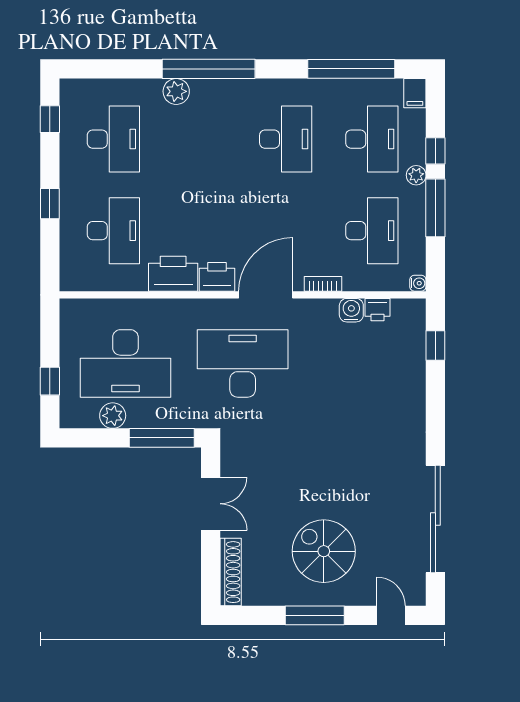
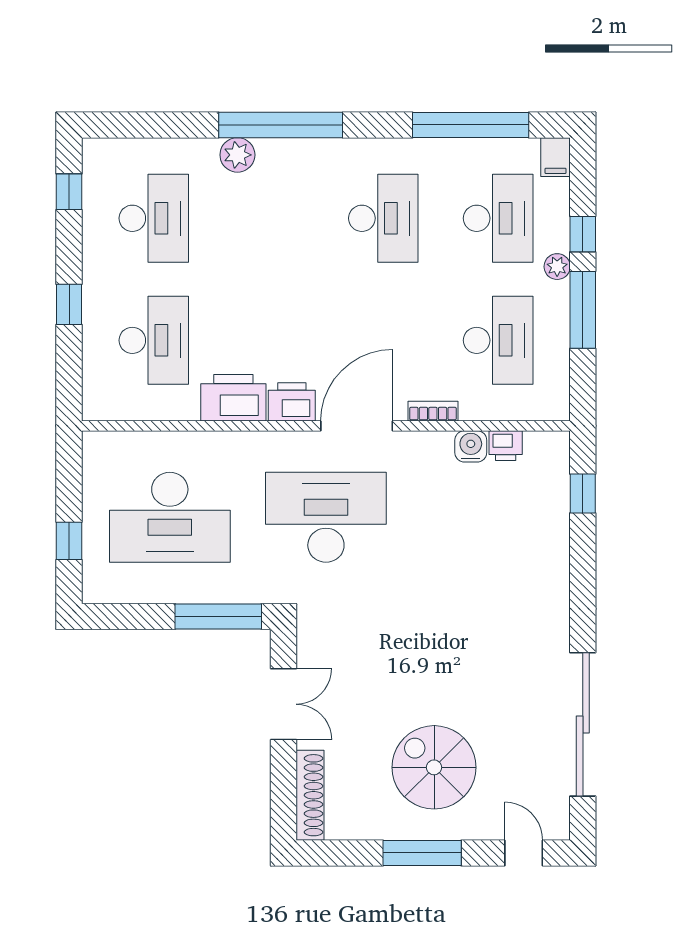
water cooler: (418, 283) -> (559, 410), removed
plant: (113, 416) -> (153, 587), removed

